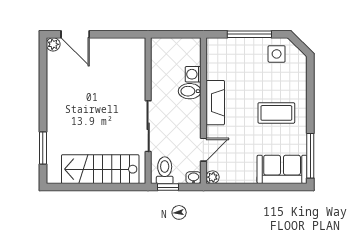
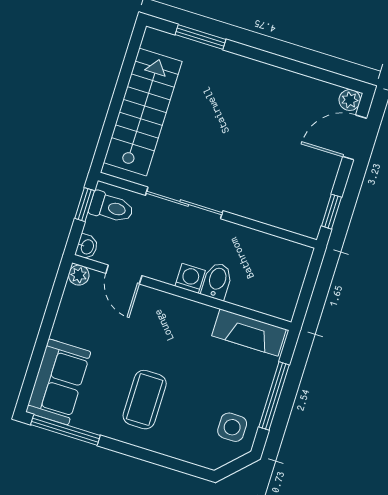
window: (125, 34) -> (331, 212), added
washing machine: (193, 74) -> (190, 278), moved
fireplace: (215, 103) -> (249, 332), moved

